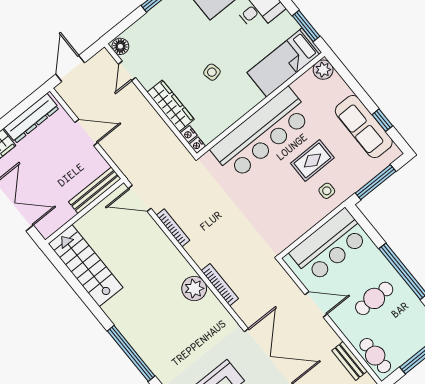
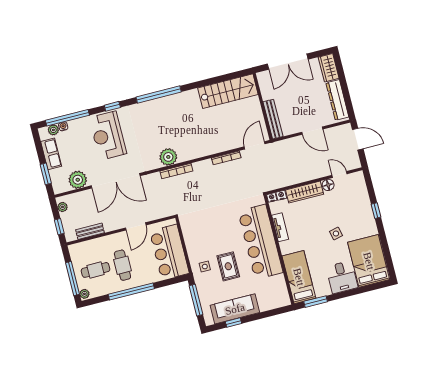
floor lamp: (120, 46) -> (328, 185), moved
plant: (323, 70) -> (283, 300), removed
side table: (212, 72) -> (336, 233), moved
tv unit: (231, 117) -> (280, 227), added
door: (86, 132) -> (312, 131), hinge flipped
plant: (194, 289) -> (168, 157), moved
cafe table: (375, 356) -> (96, 270), moved

